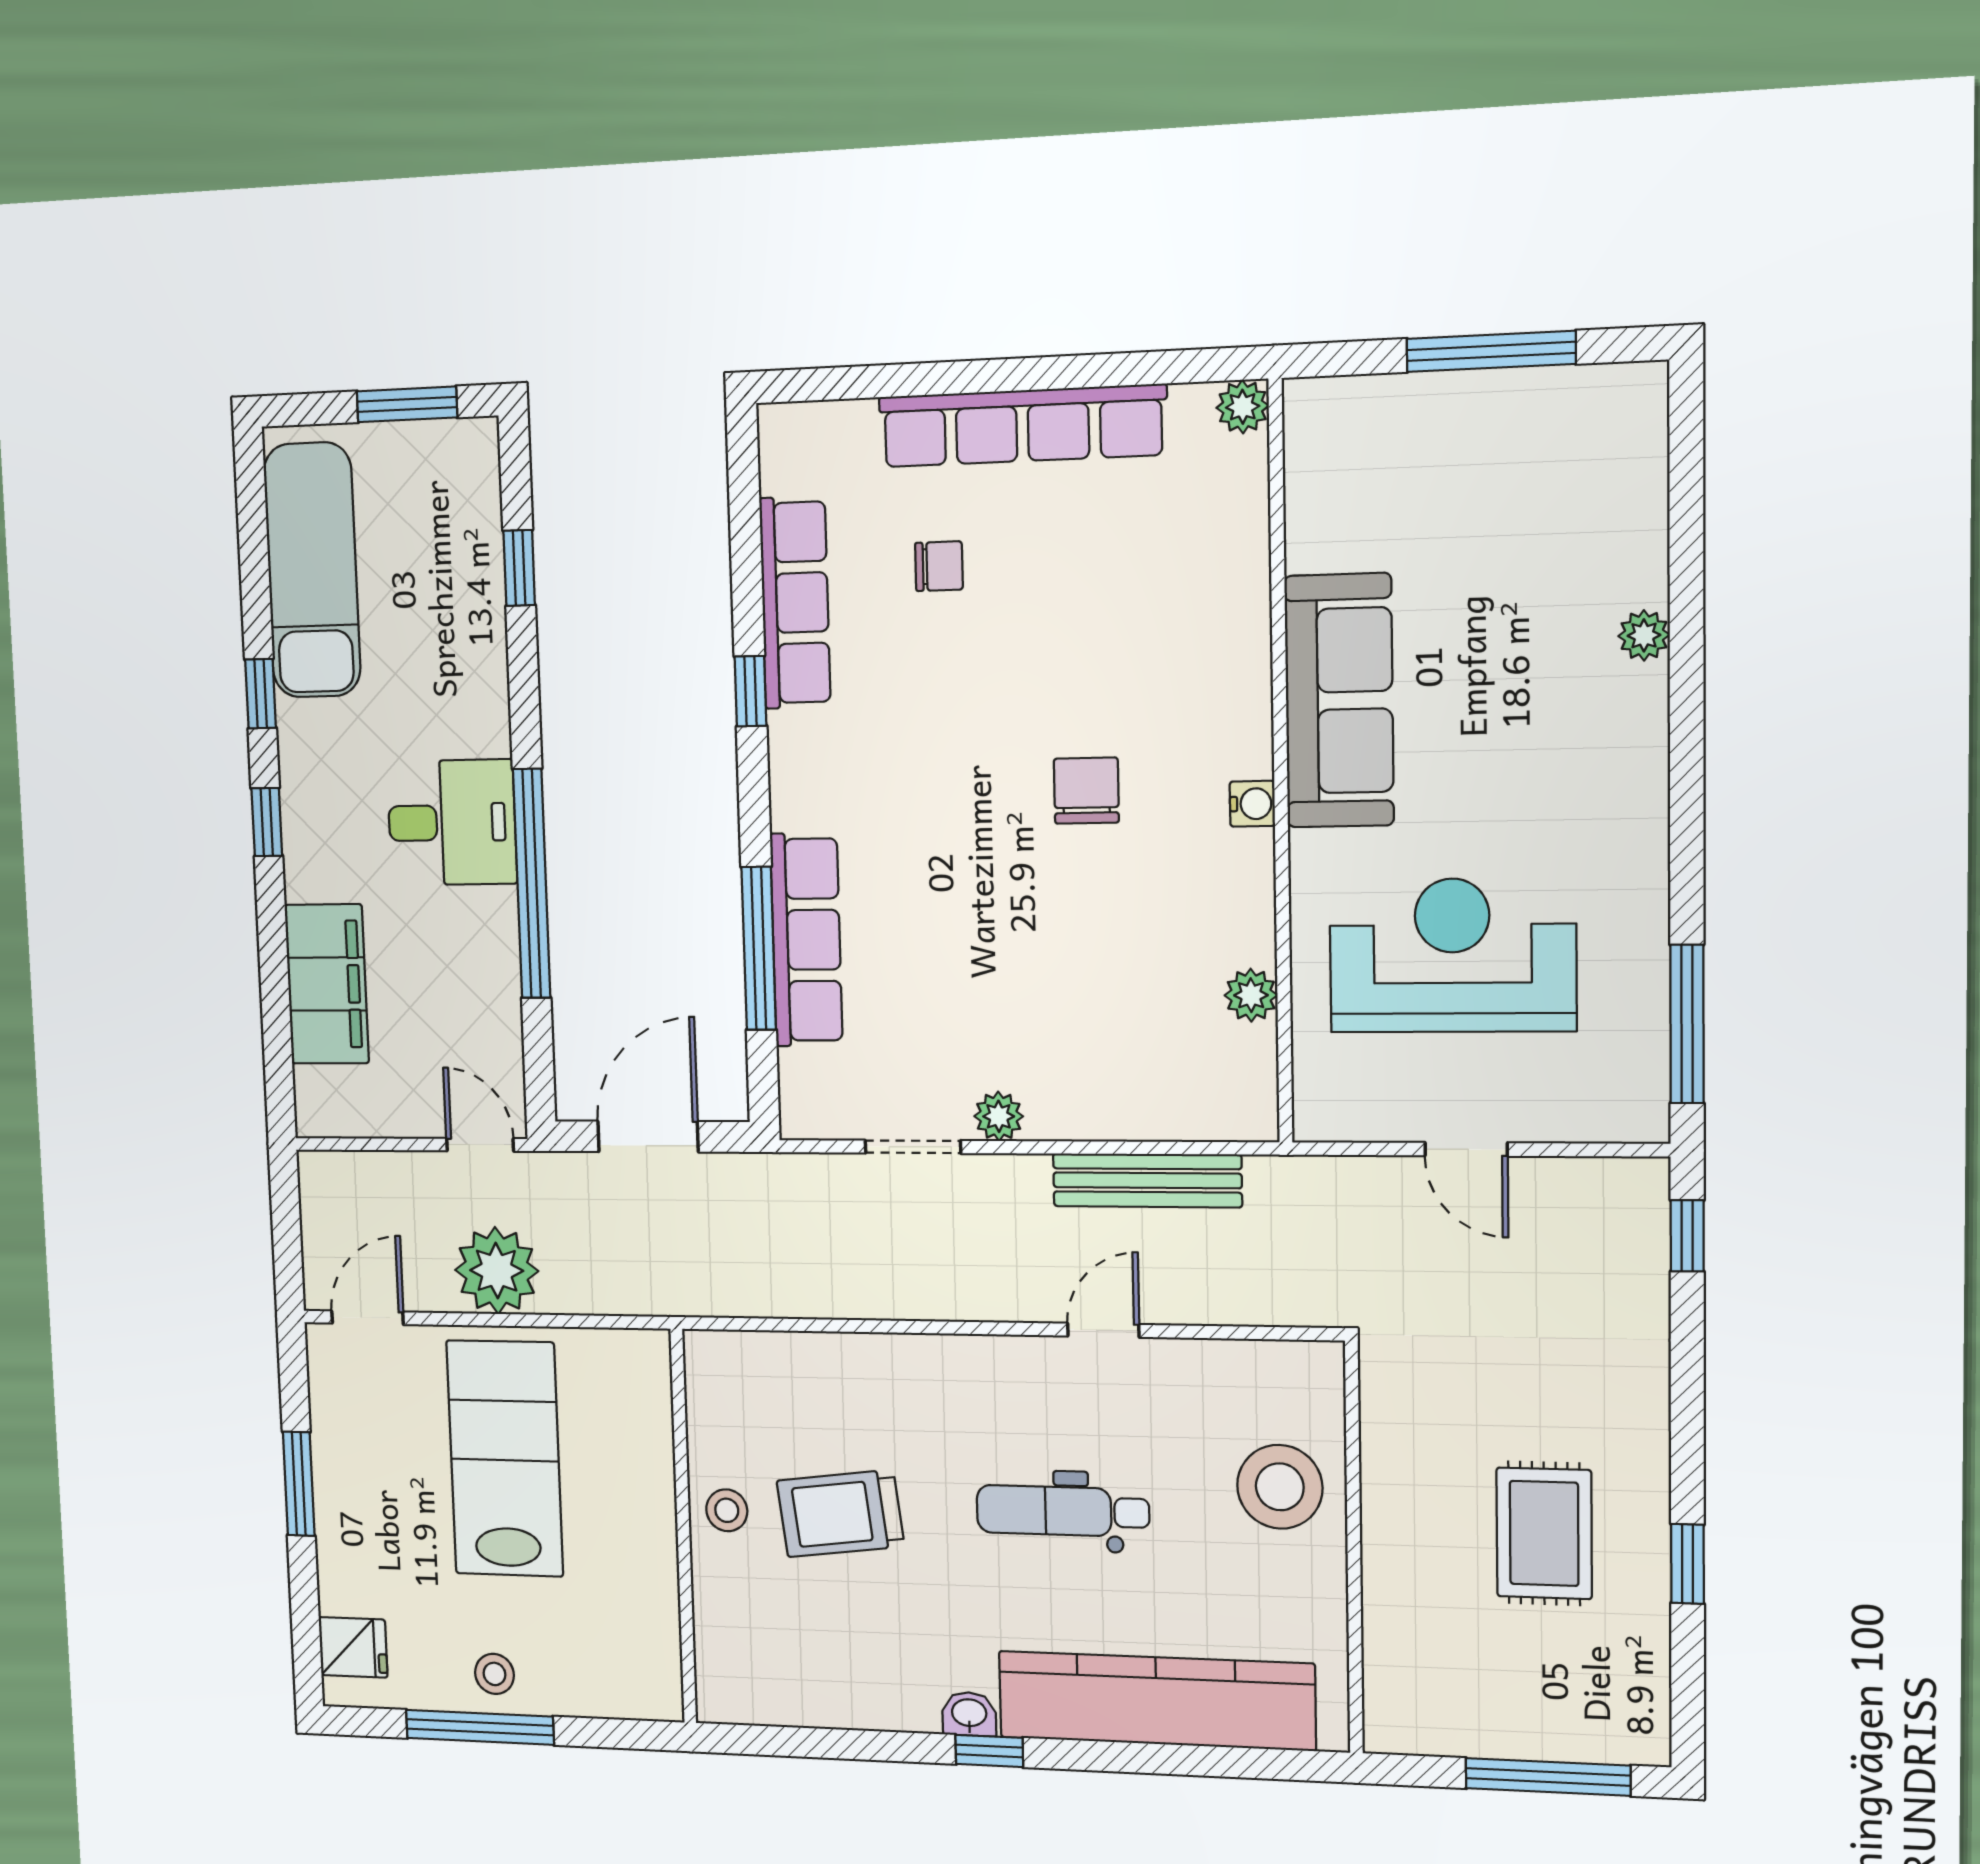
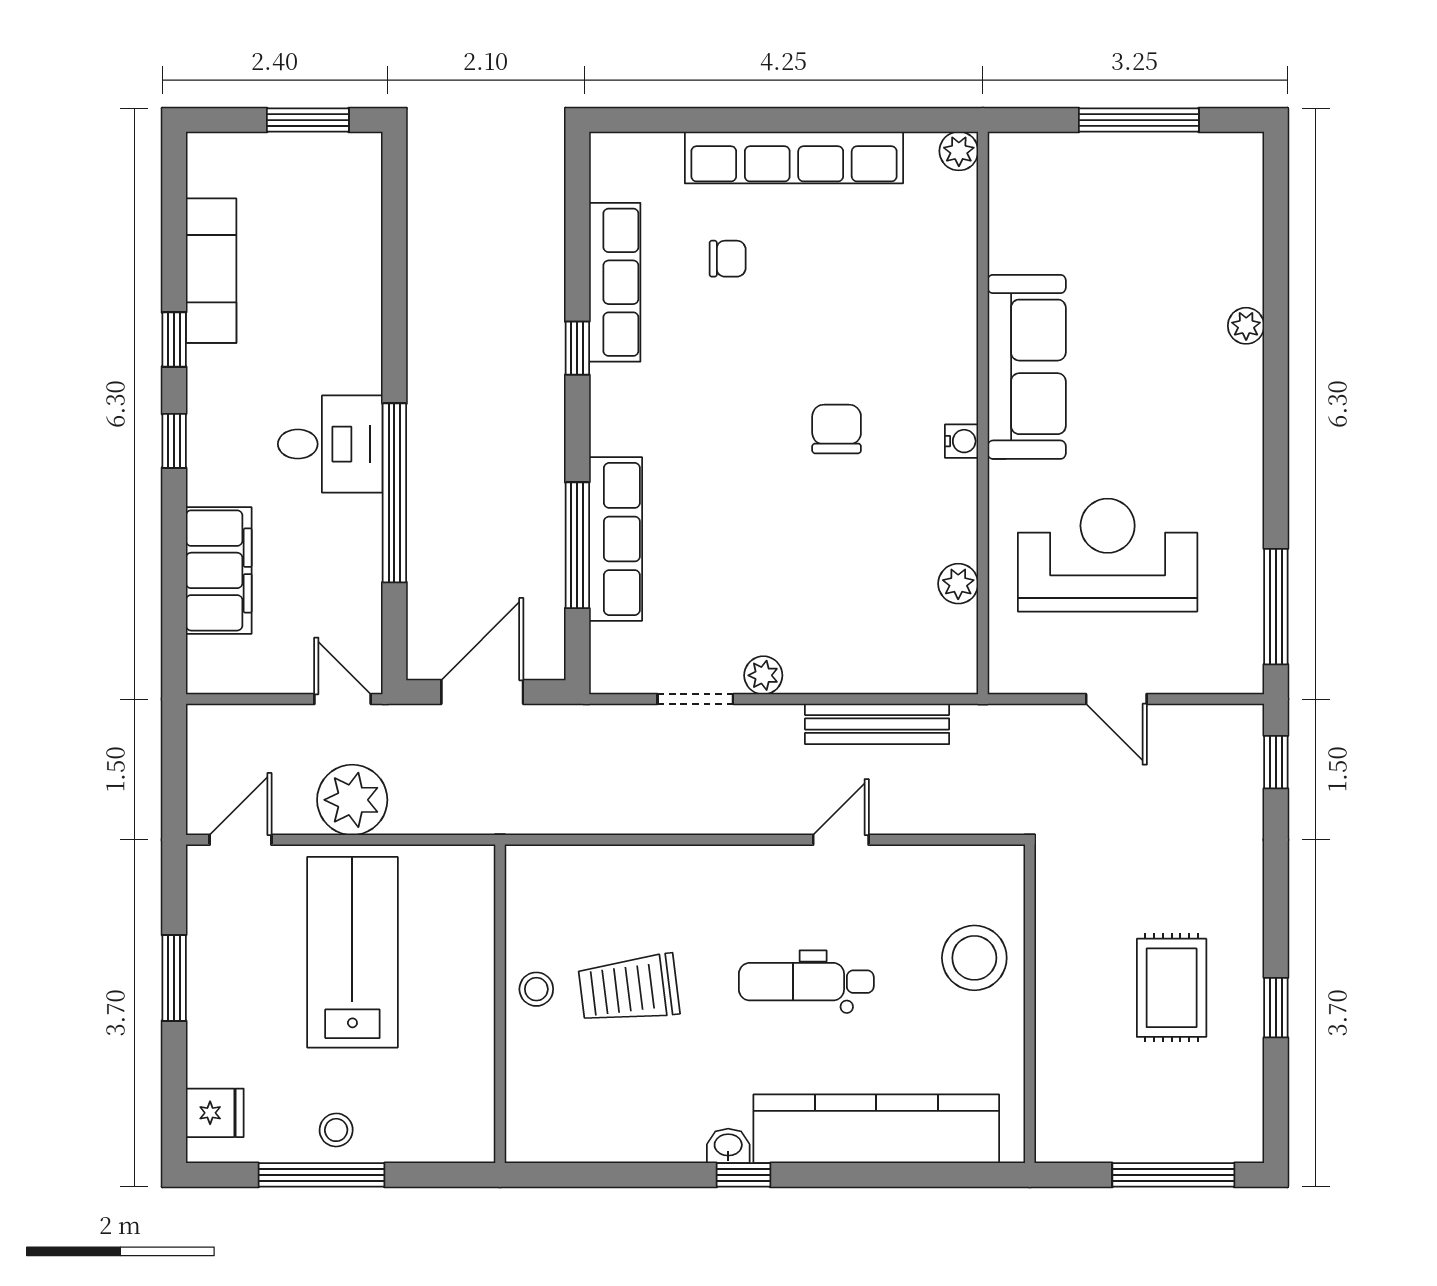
window: (519, 568) -> (394, 249), removed
exam couch: (312, 570) -> (211, 271), width x0.73, depth x0.69

